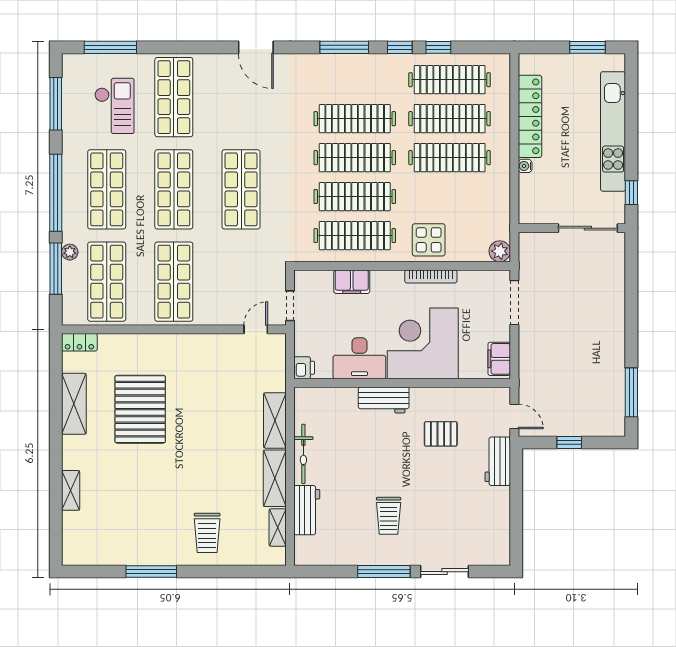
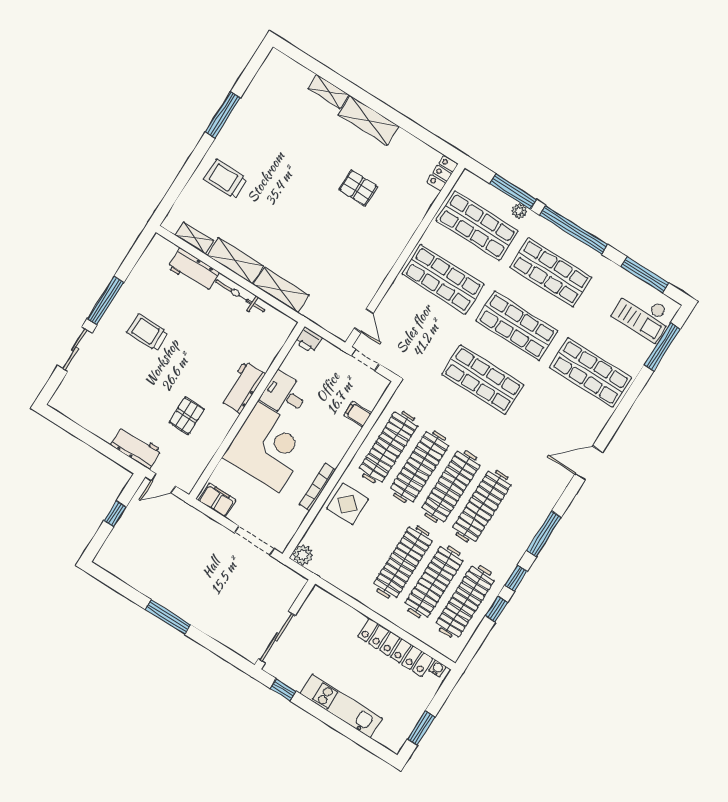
checkout: (114, 106) -> (643, 315), moved
kitchen unit: (613, 131) -> (341, 706), width x0.73
water cooler: (525, 166) -> (437, 668), moved
filing cabinet: (352, 282) -> (358, 414), width x0.50
desk: (359, 358) -> (284, 395), width x0.73
window: (631, 392) -> (168, 617), moved
shelving: (74, 404) -> (368, 120), moved
pallet: (140, 409) -> (358, 188), width x0.49, depth x0.50

